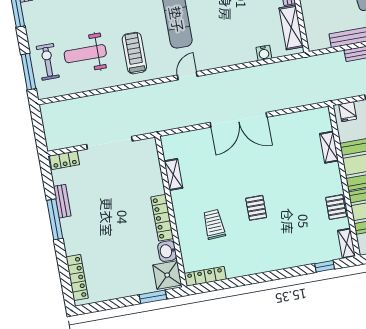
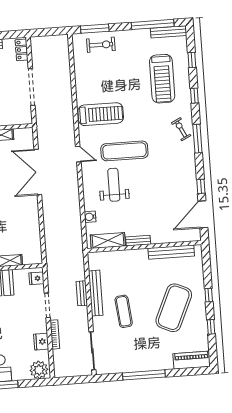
treadmill: (134, 53) -> (101, 114), width x1.37, depth x1.38
weight bench: (85, 54) -> (114, 185), moved
double door: (239, 120) -> (38, 172), moved

